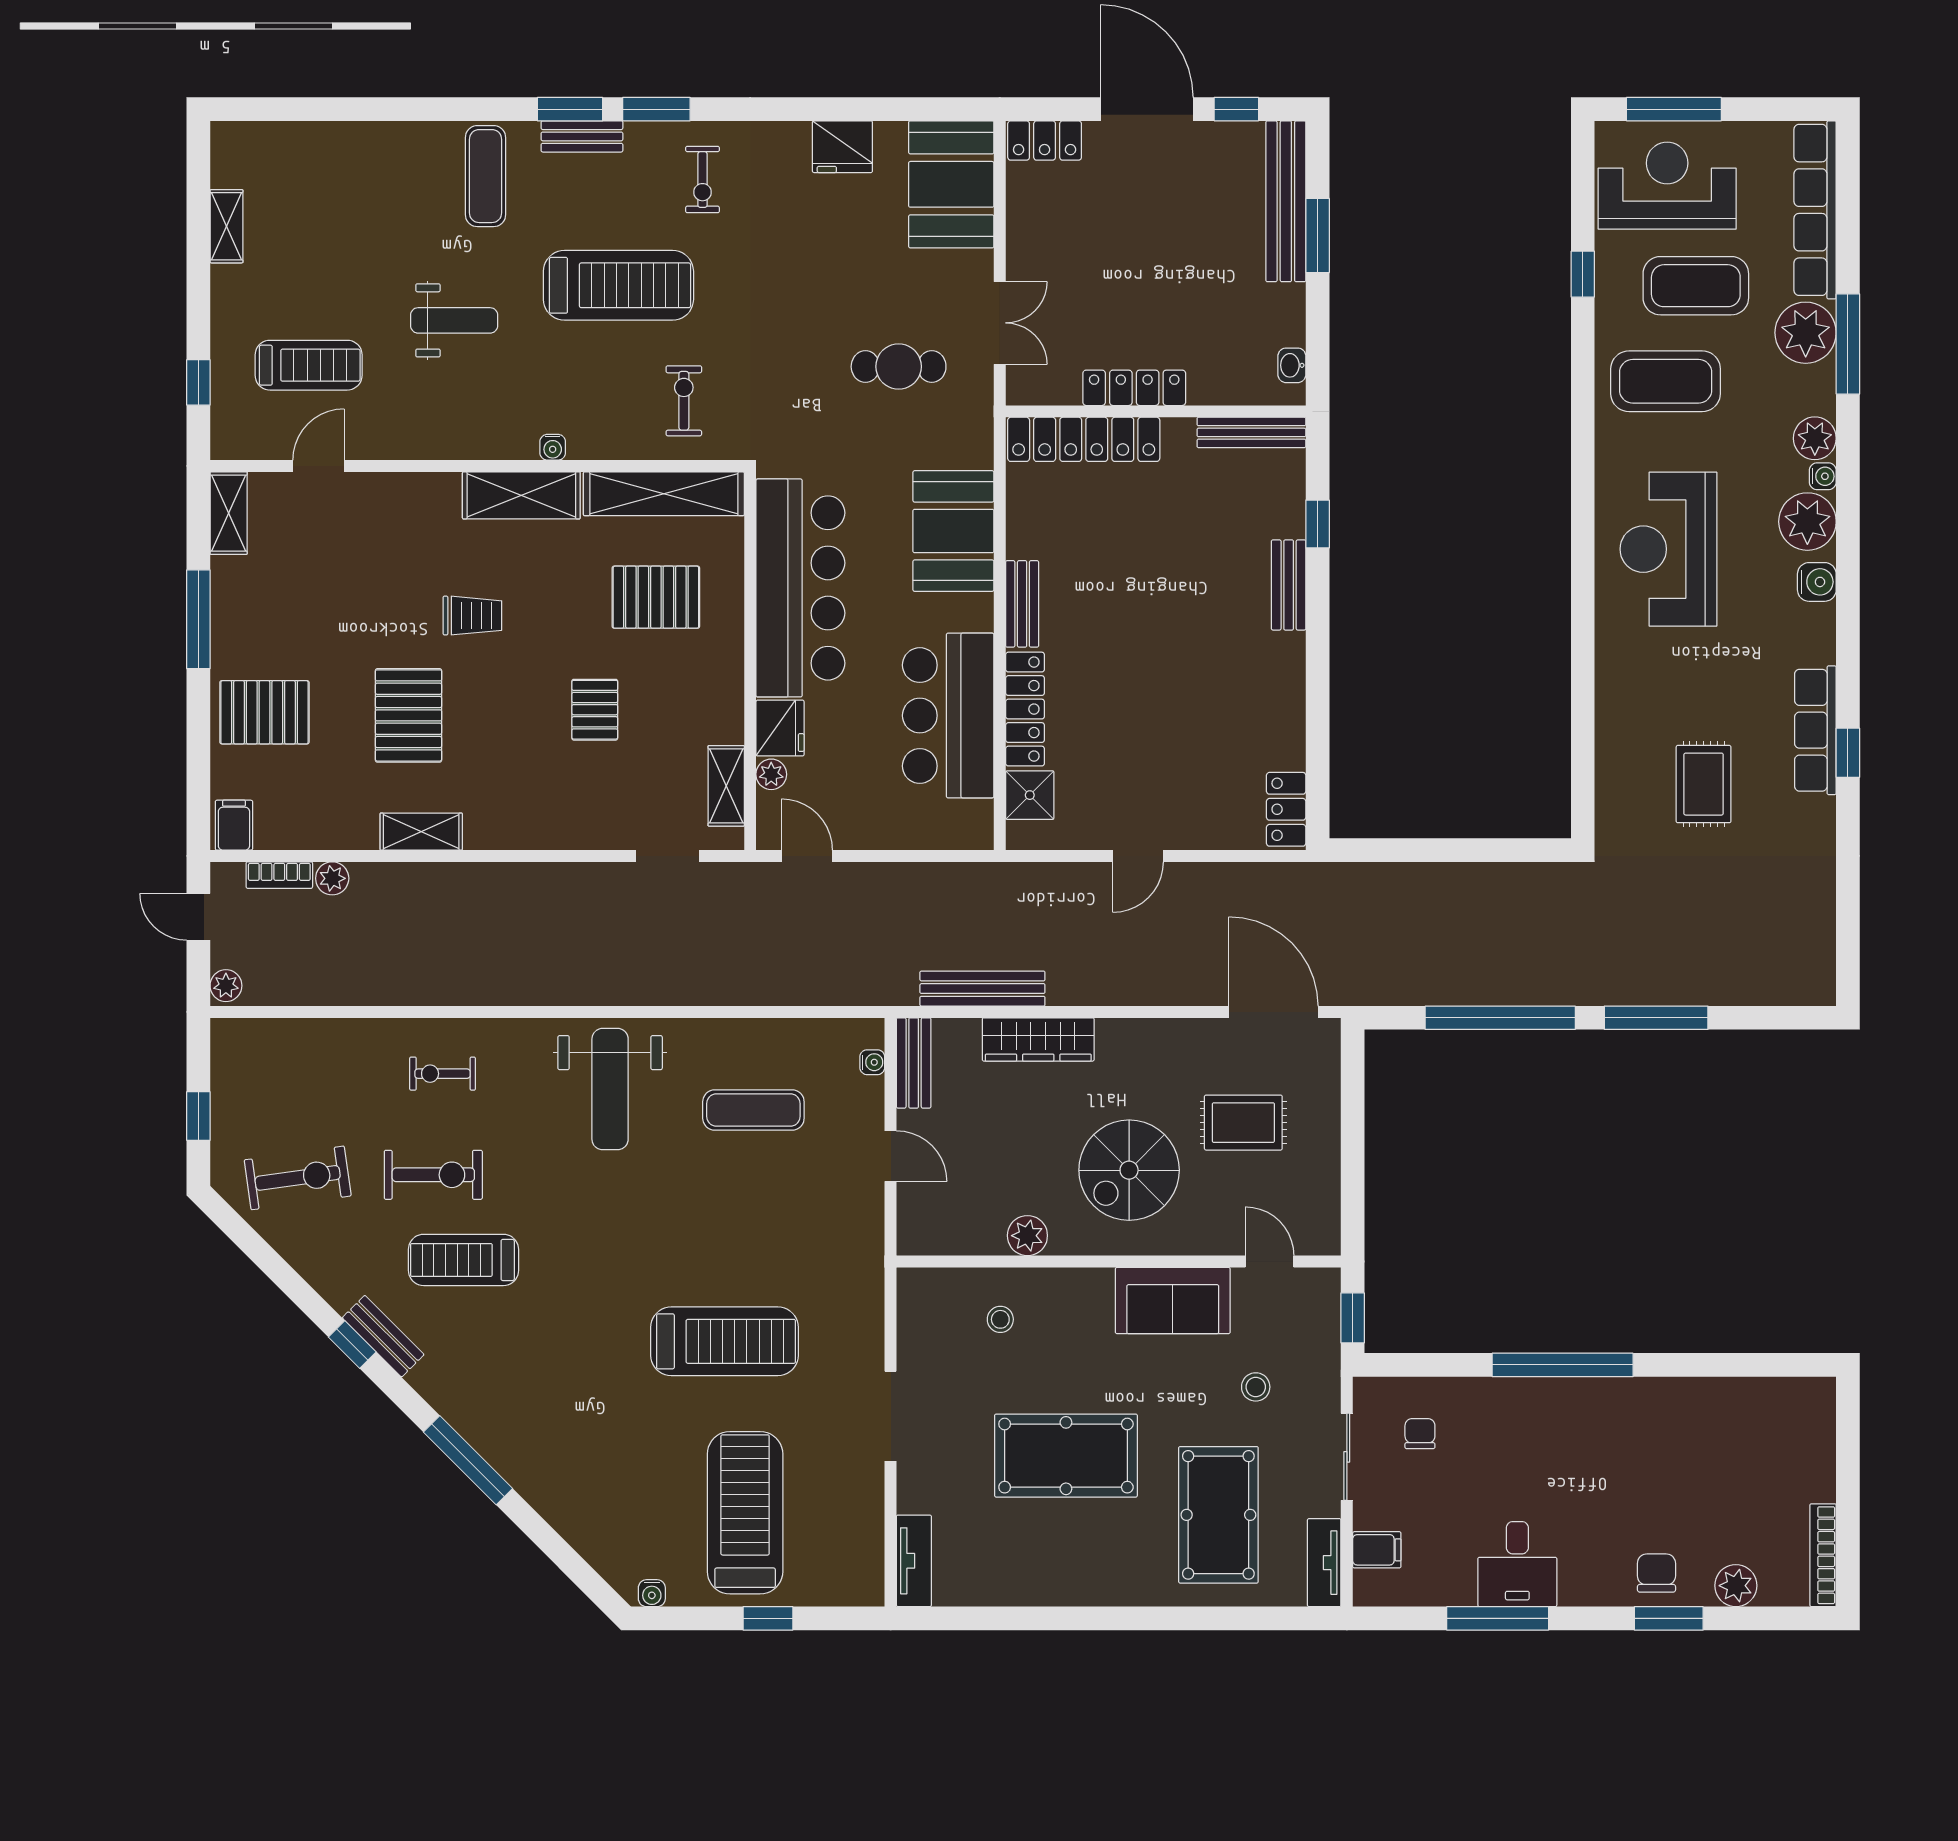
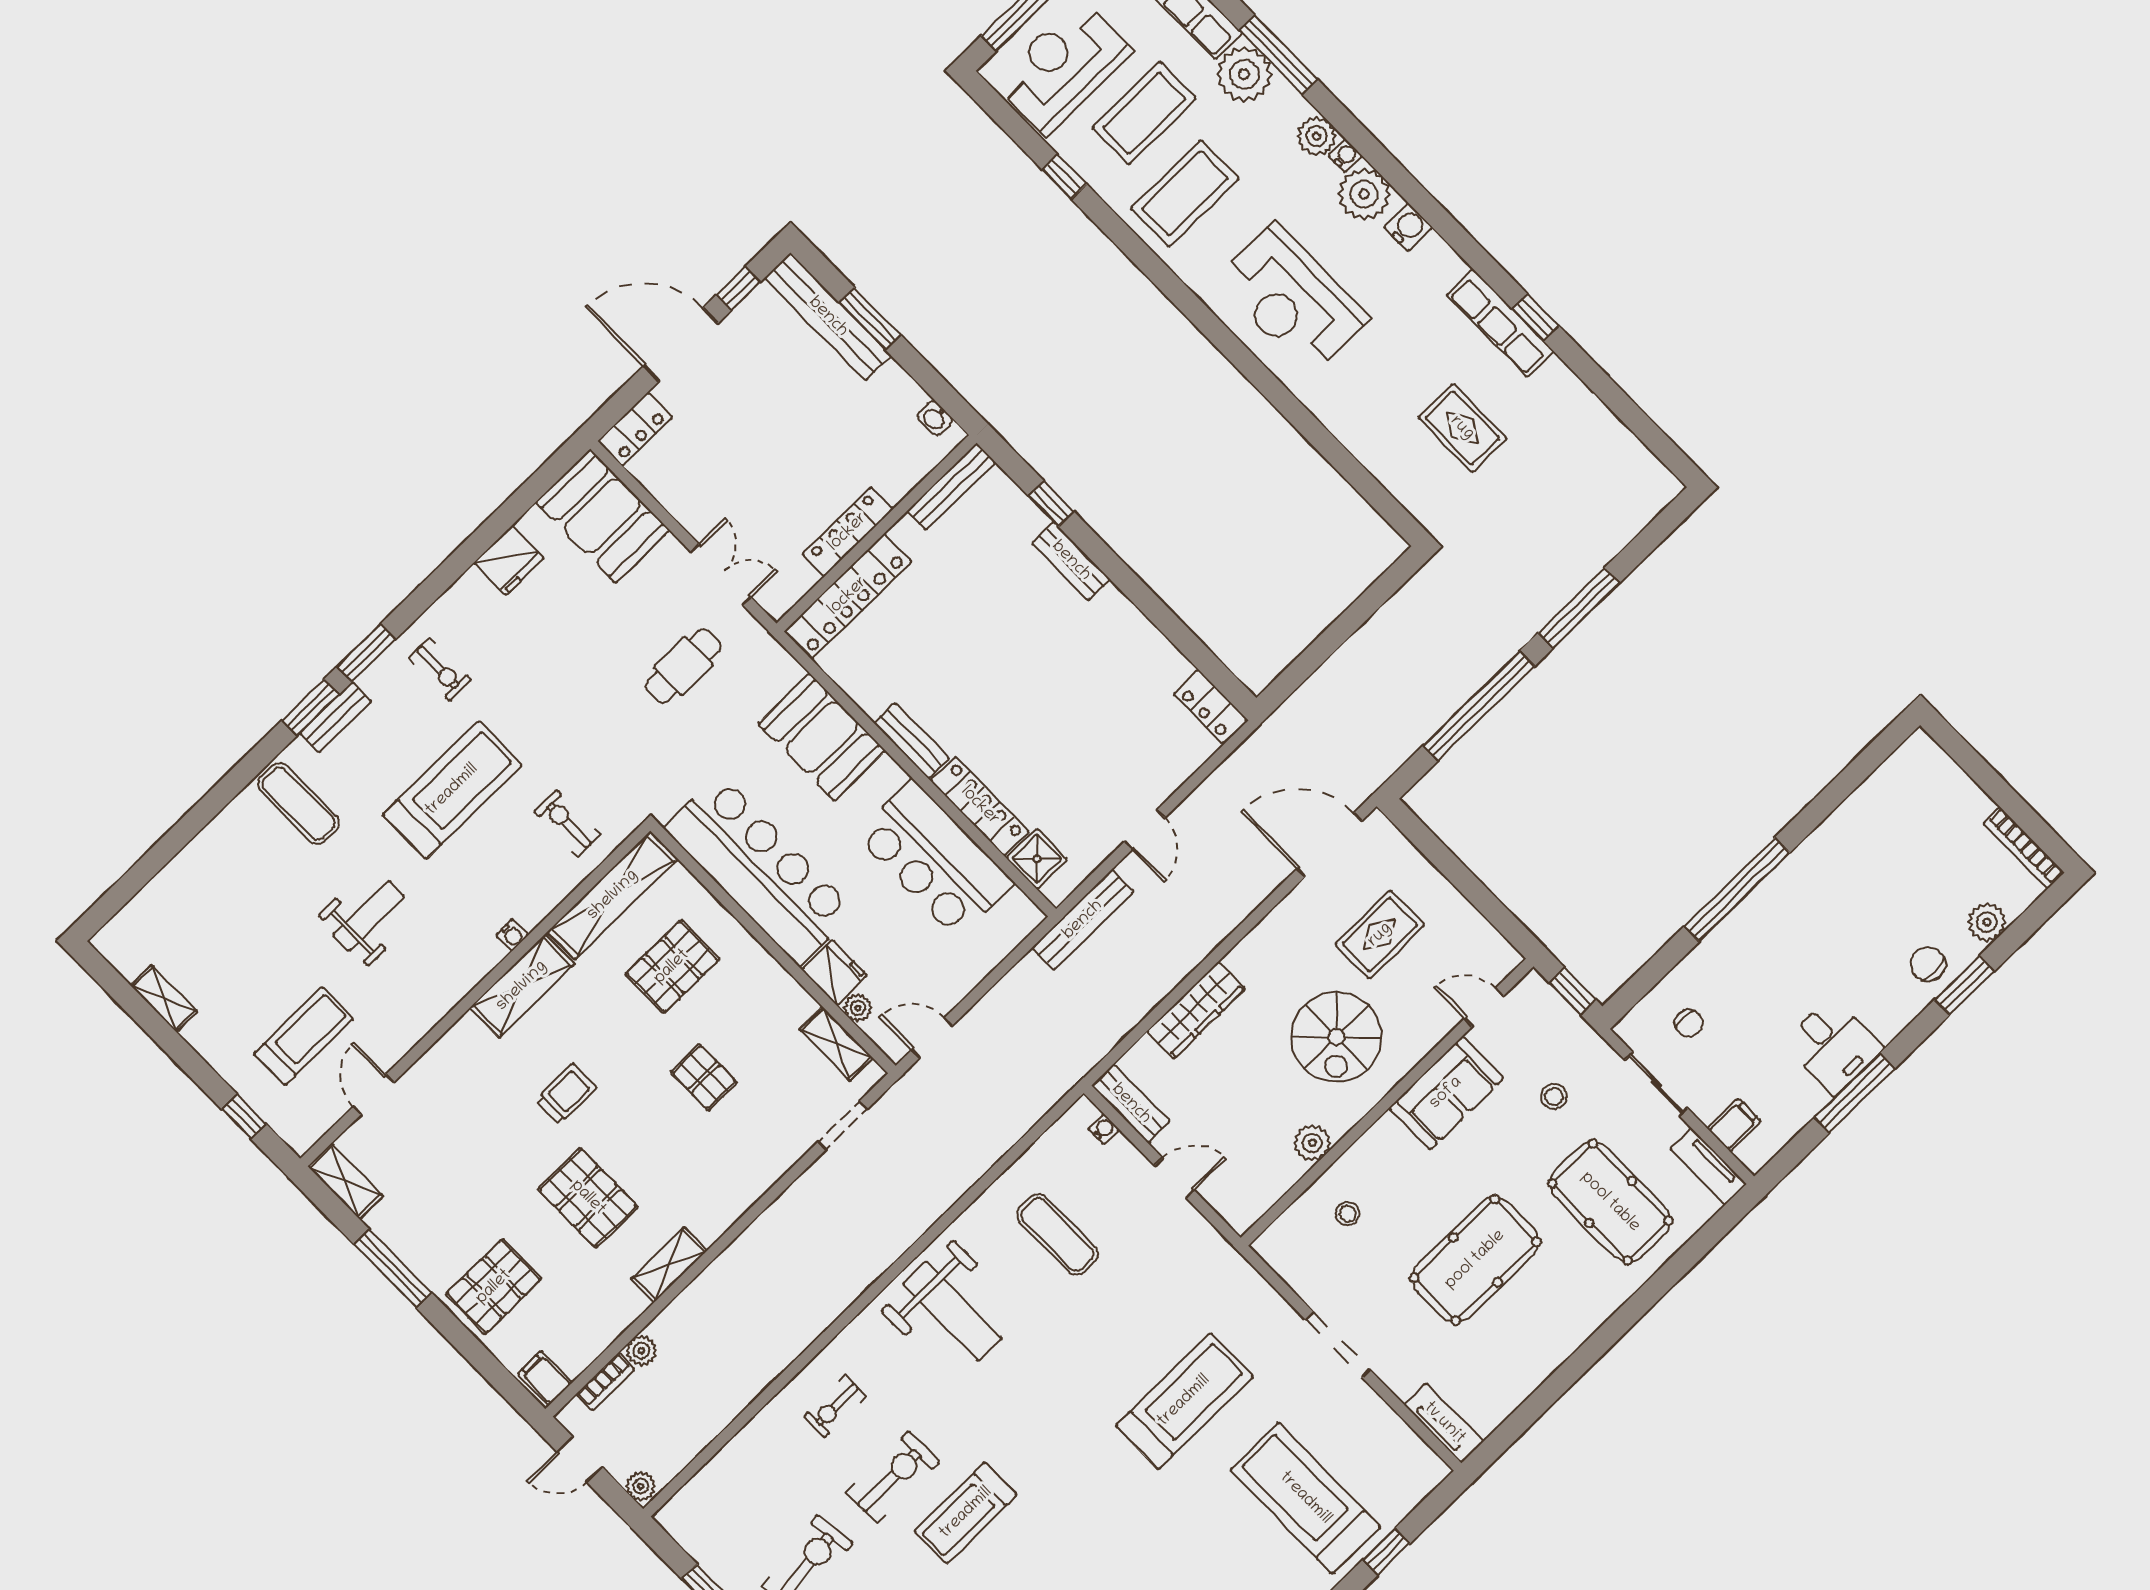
bench: (982, 989) -> (1083, 920), moved
exercise mat: (753, 1110) -> (1057, 1234), turned 90
chair: (1420, 1434) -> (1689, 1023), turned 180

